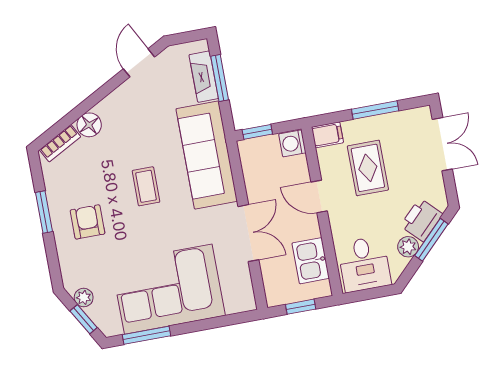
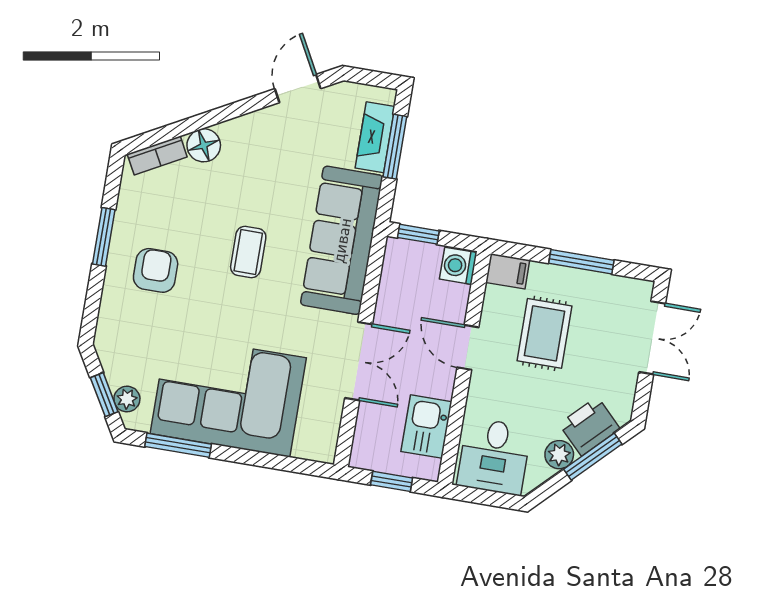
plant: (84, 298) -> (127, 399), moved

